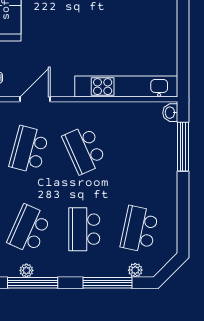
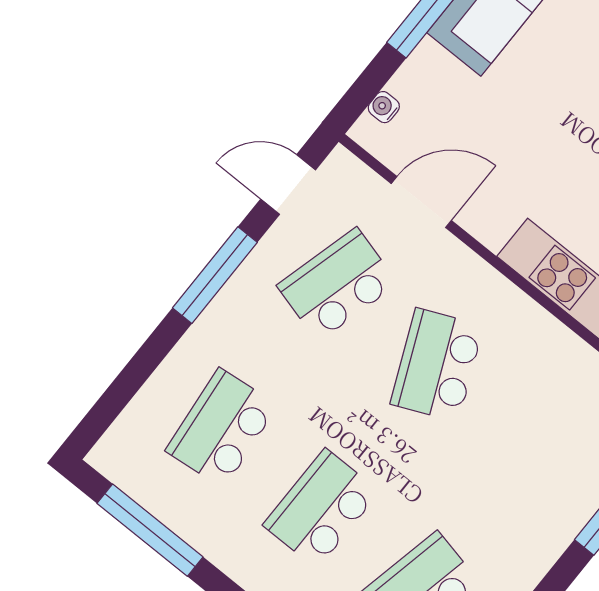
school desk: (29, 229) -> (221, 428), turned -30
plant: (26, 270) -> (157, 499), removed

